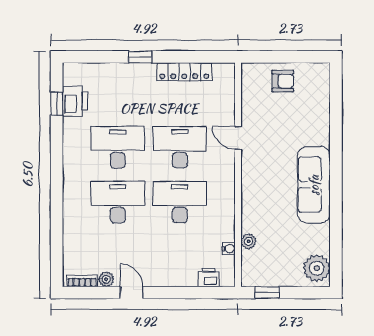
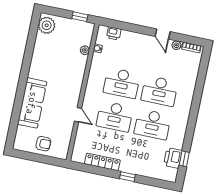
armchair: (283, 81) -> (43, 144), turned 180
sofa: (314, 185) -> (32, 103), moved

